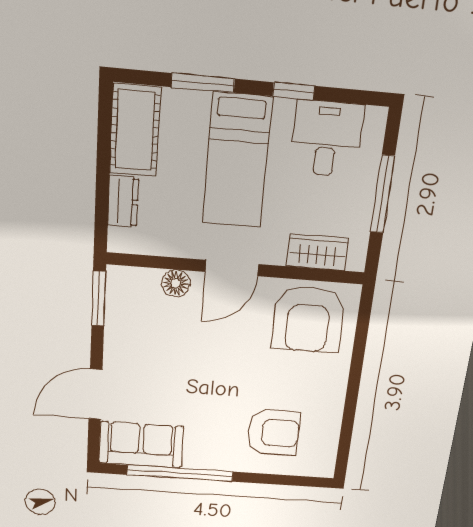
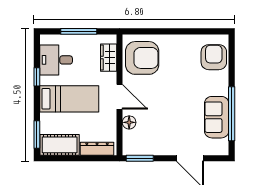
window: (203, 83) -> (37, 134), moved
dresser: (123, 202) -> (97, 149), width x1.44
armchair: (273, 433) -> (214, 57), moved
sofa: (141, 445) -> (217, 117), moved

